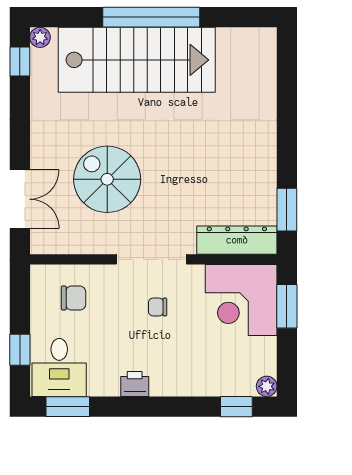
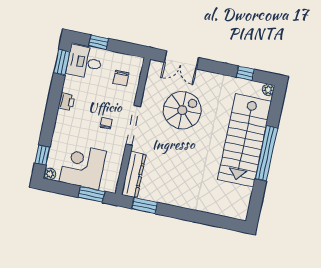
window: (20, 61) -> (245, 73), moved
corner desk: (241, 300) -> (83, 166), moved

